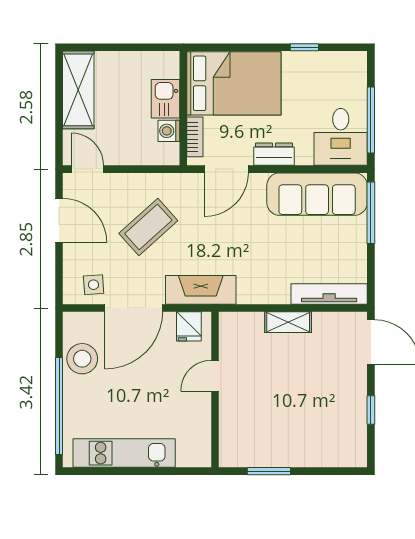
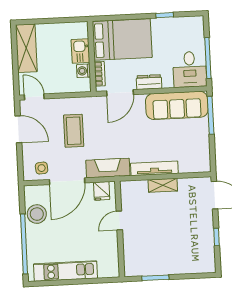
coffee table: (148, 227) -> (74, 131), turned -48
tv unit: (329, 294) -> (154, 168), moved

